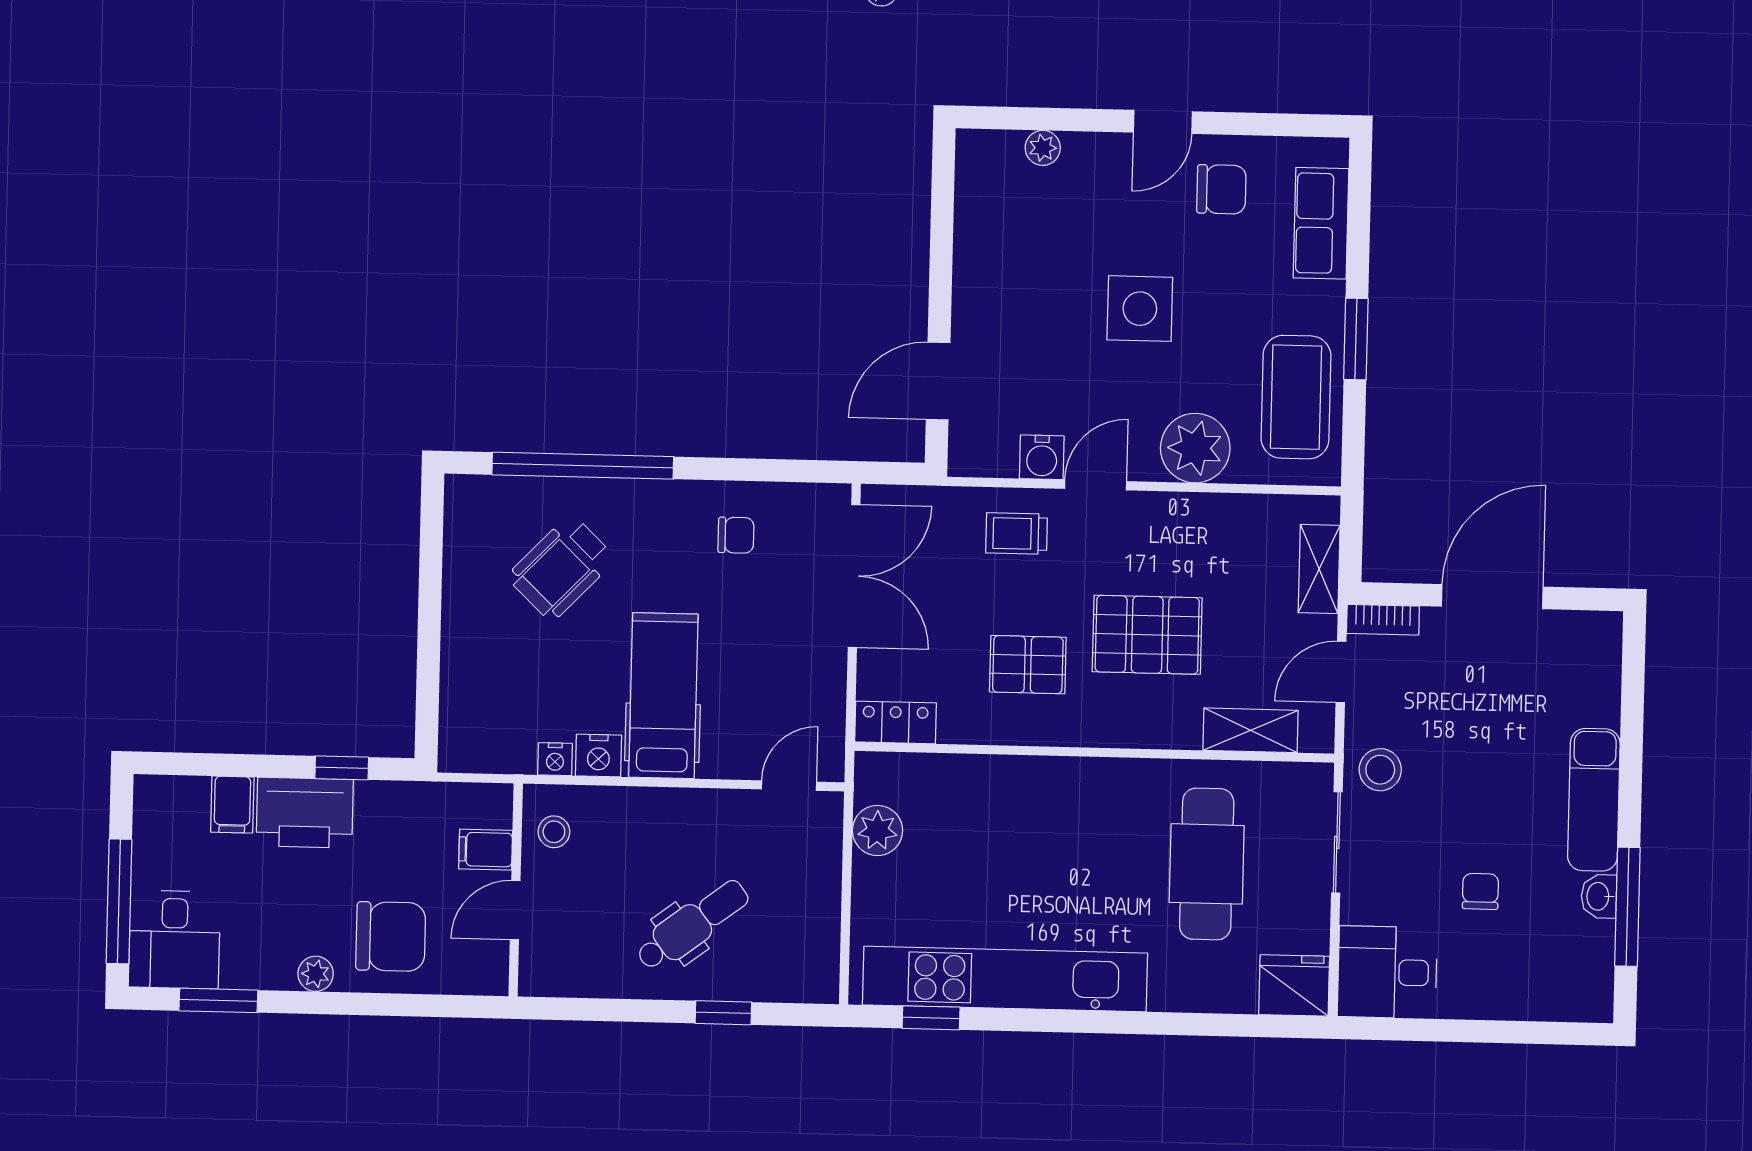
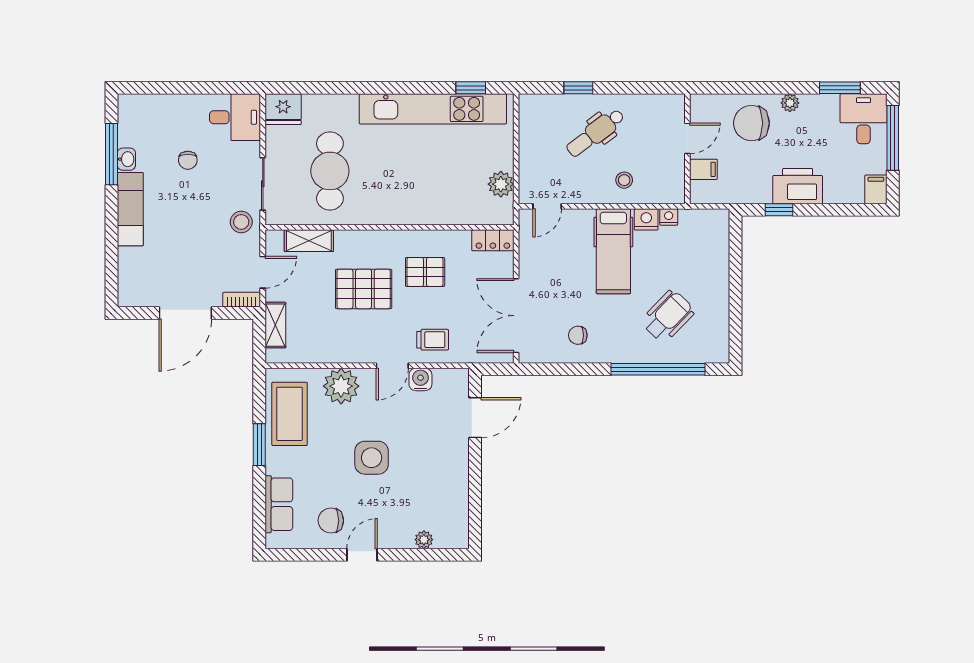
filing cabinet: (232, 805) -> (876, 189), moved
stool: (554, 832) -> (624, 180), moved

